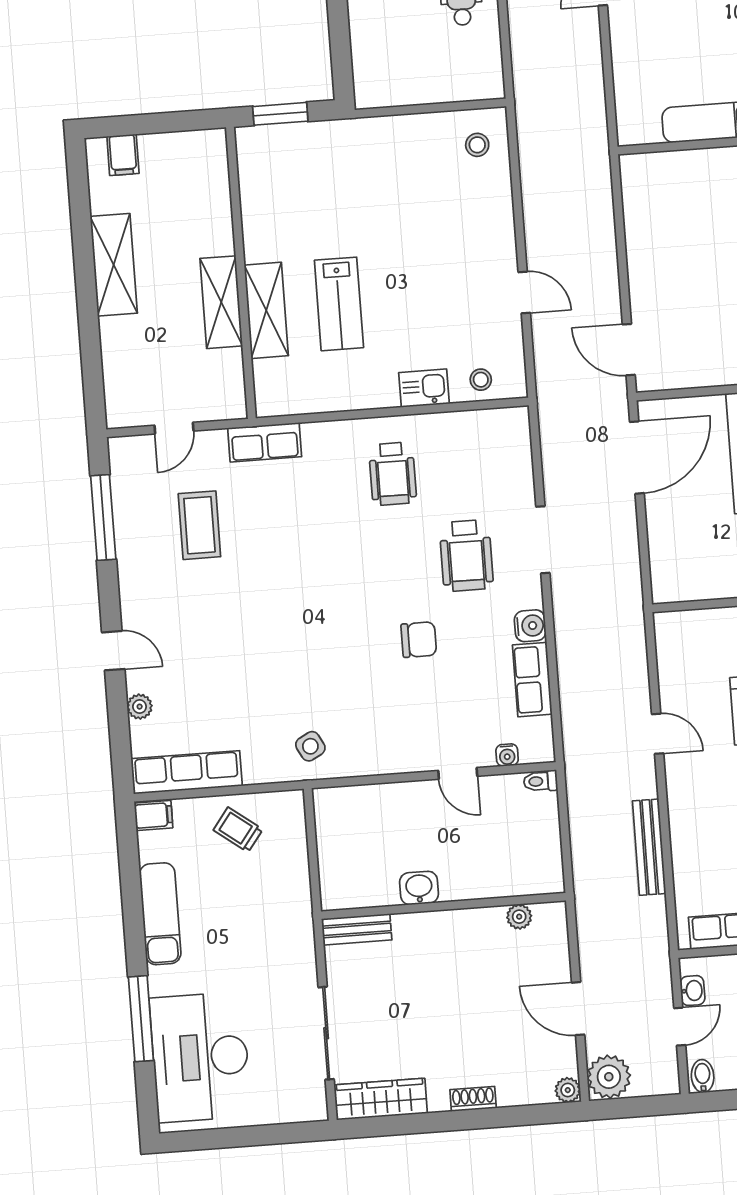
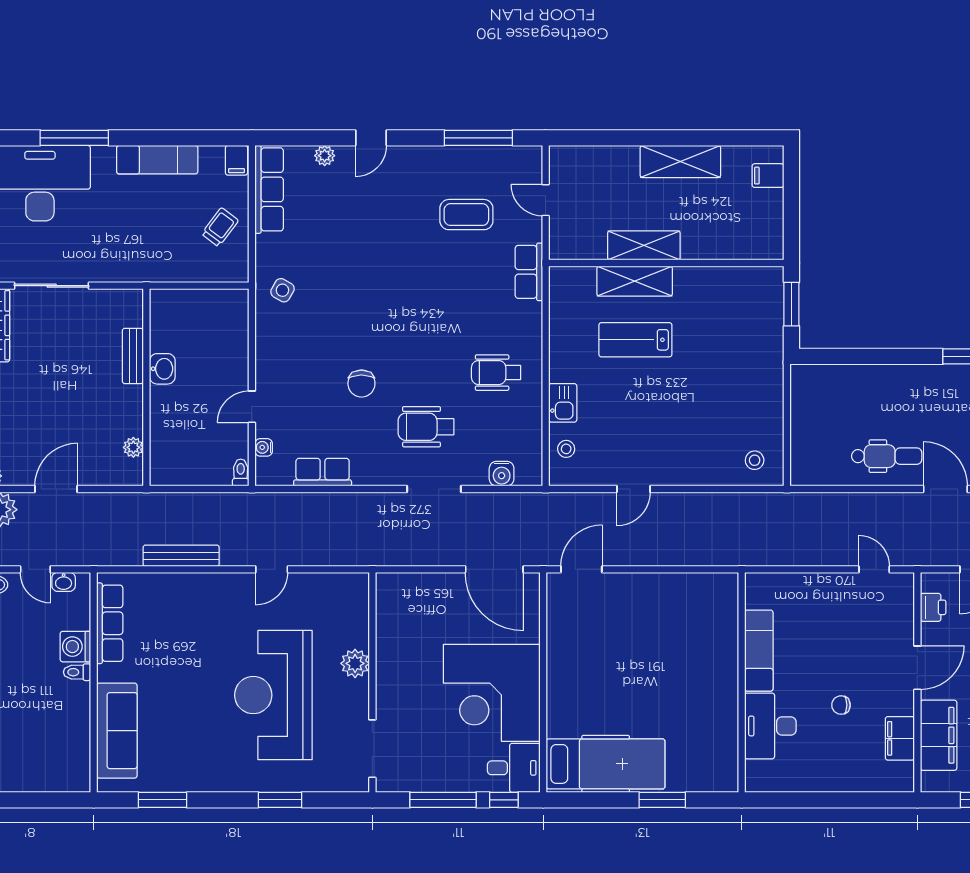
water cooler: (530, 626) -> (502, 474), moved
side table: (310, 746) -> (282, 290), turned -33
bench: (357, 929) -> (133, 356), moved

